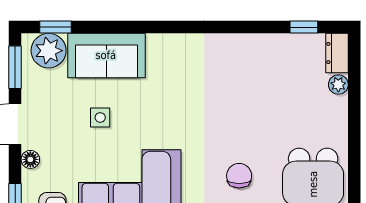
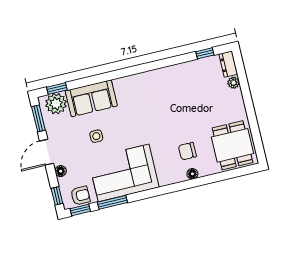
chair: (239, 176) -> (187, 151), turned -90

